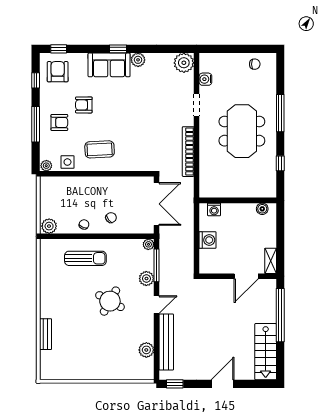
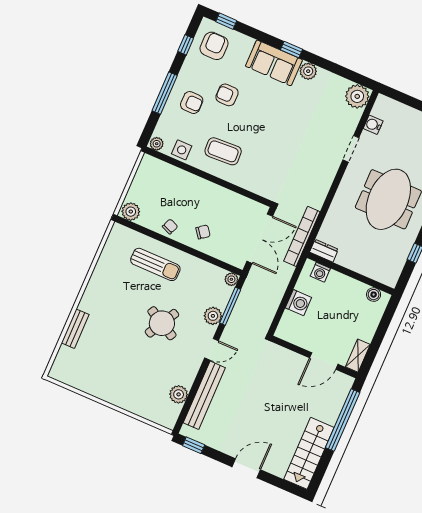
bookcase: (188, 152) -> (302, 236), moved
dresser: (210, 192) -> (324, 251), added

